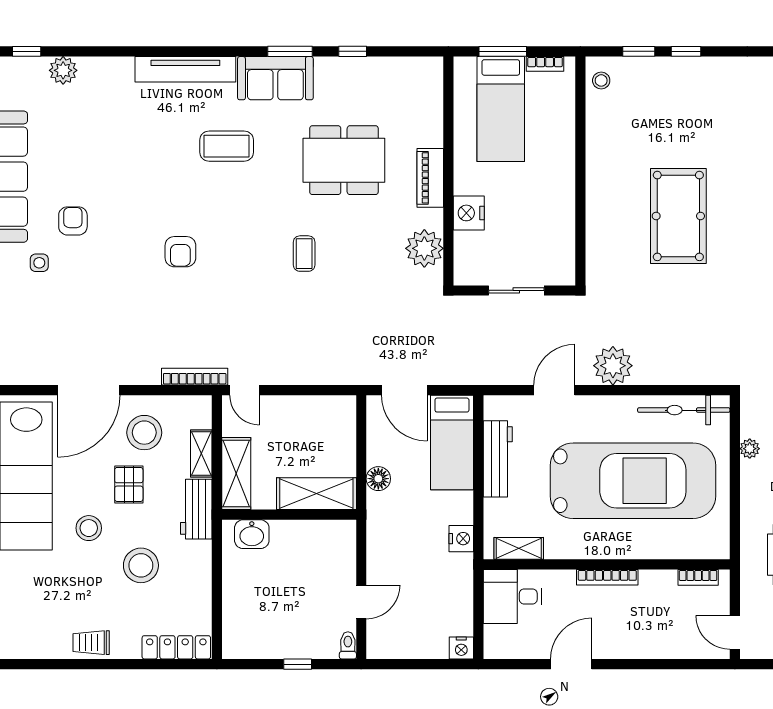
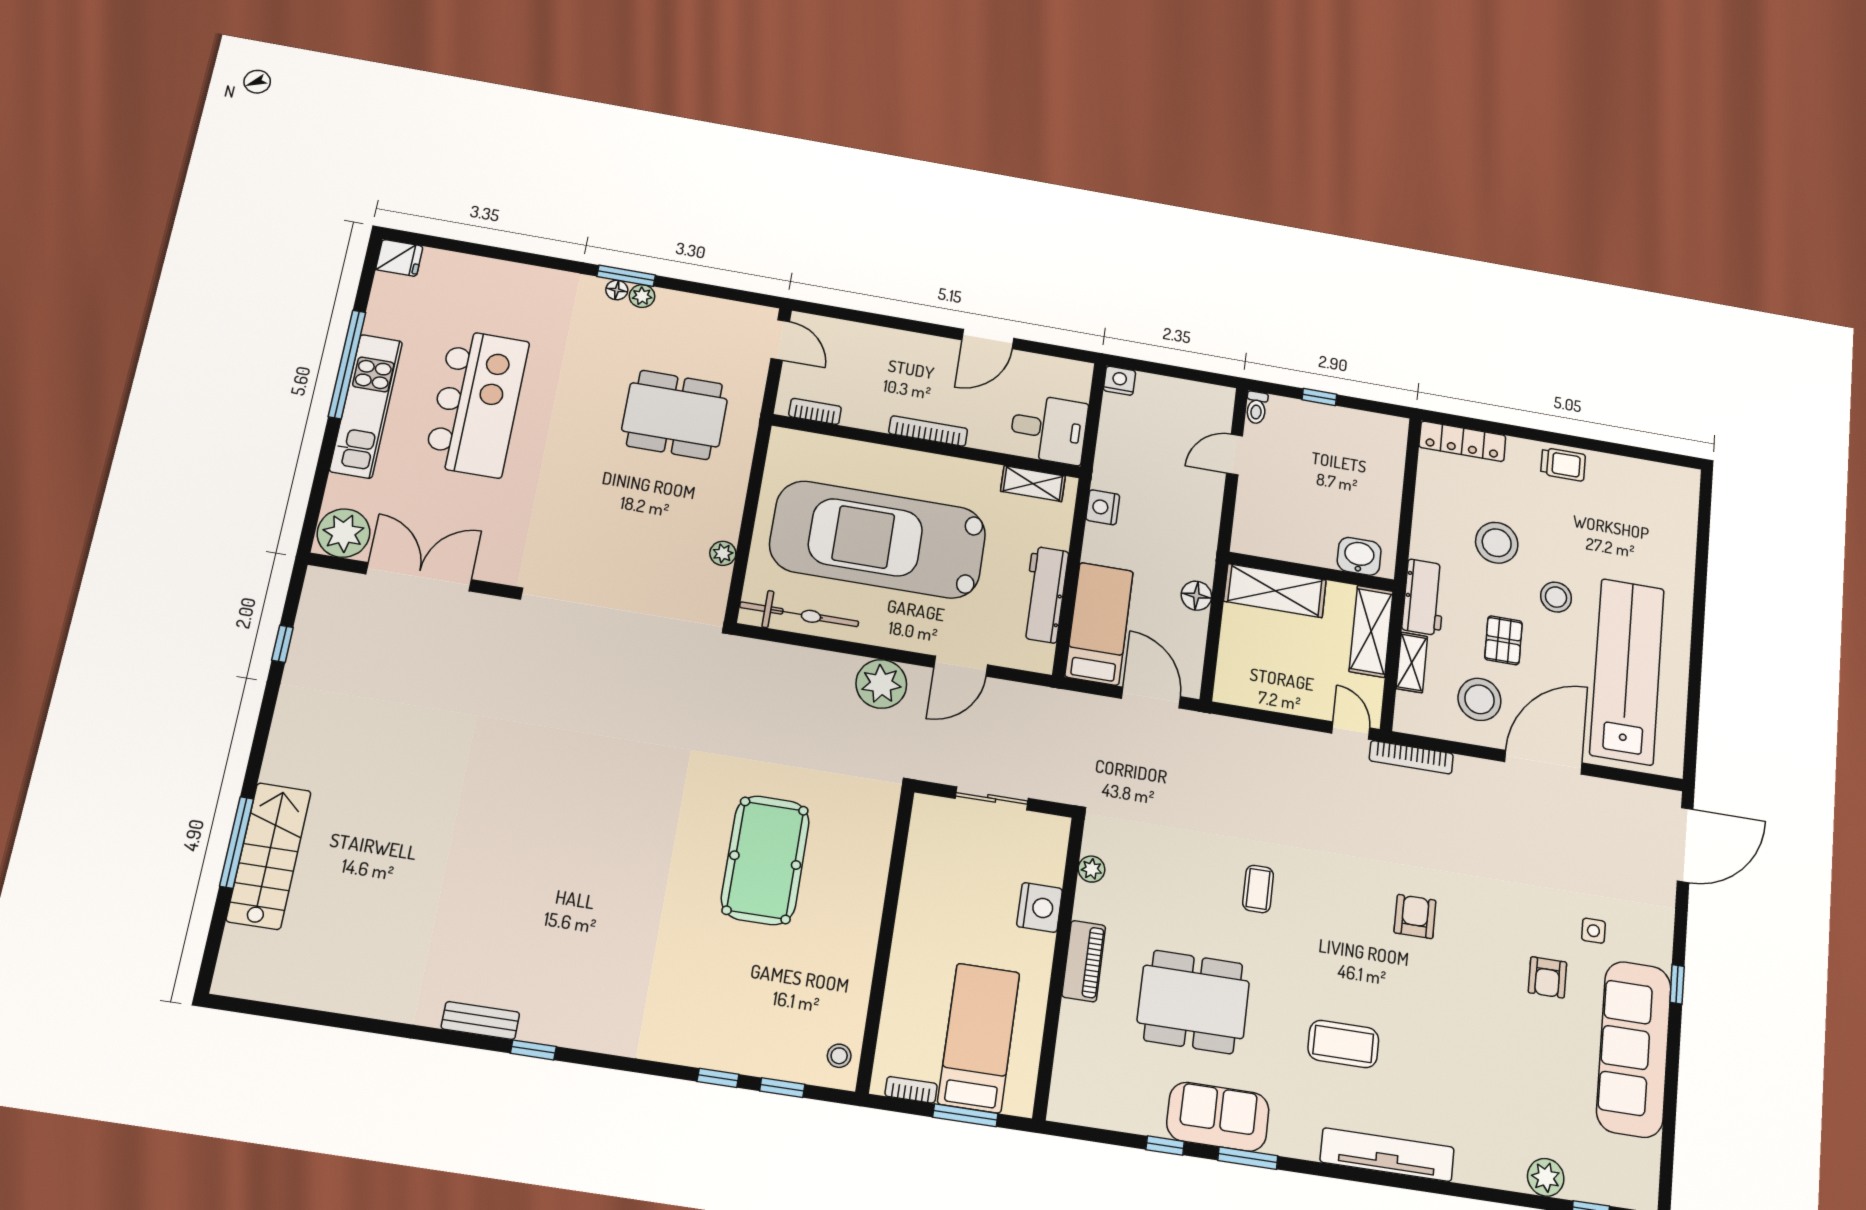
sofa: (275, 78) -> (1218, 1117), moved
plant: (424, 248) -> (1091, 869), width x0.53, depth x0.53

